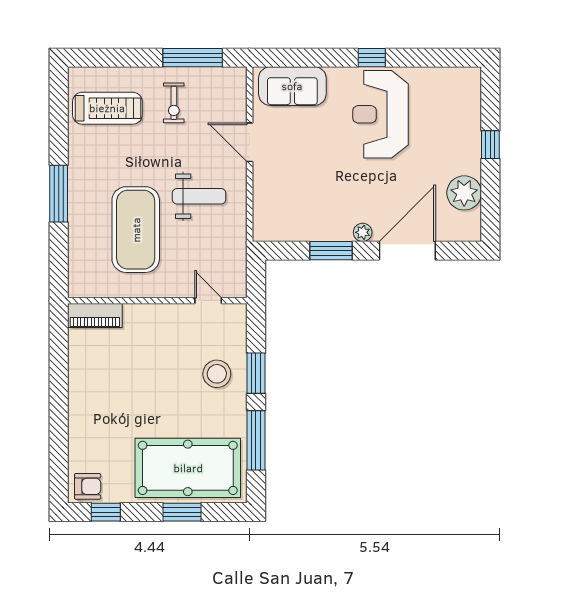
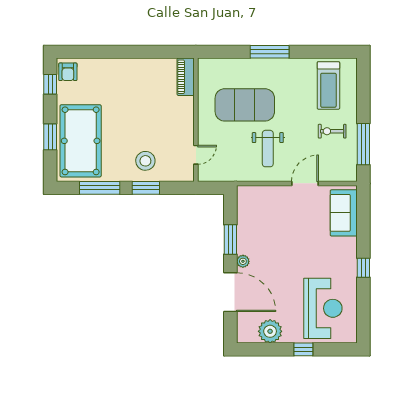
reception desk: (381, 114) -> (323, 308), moved, turned 90

